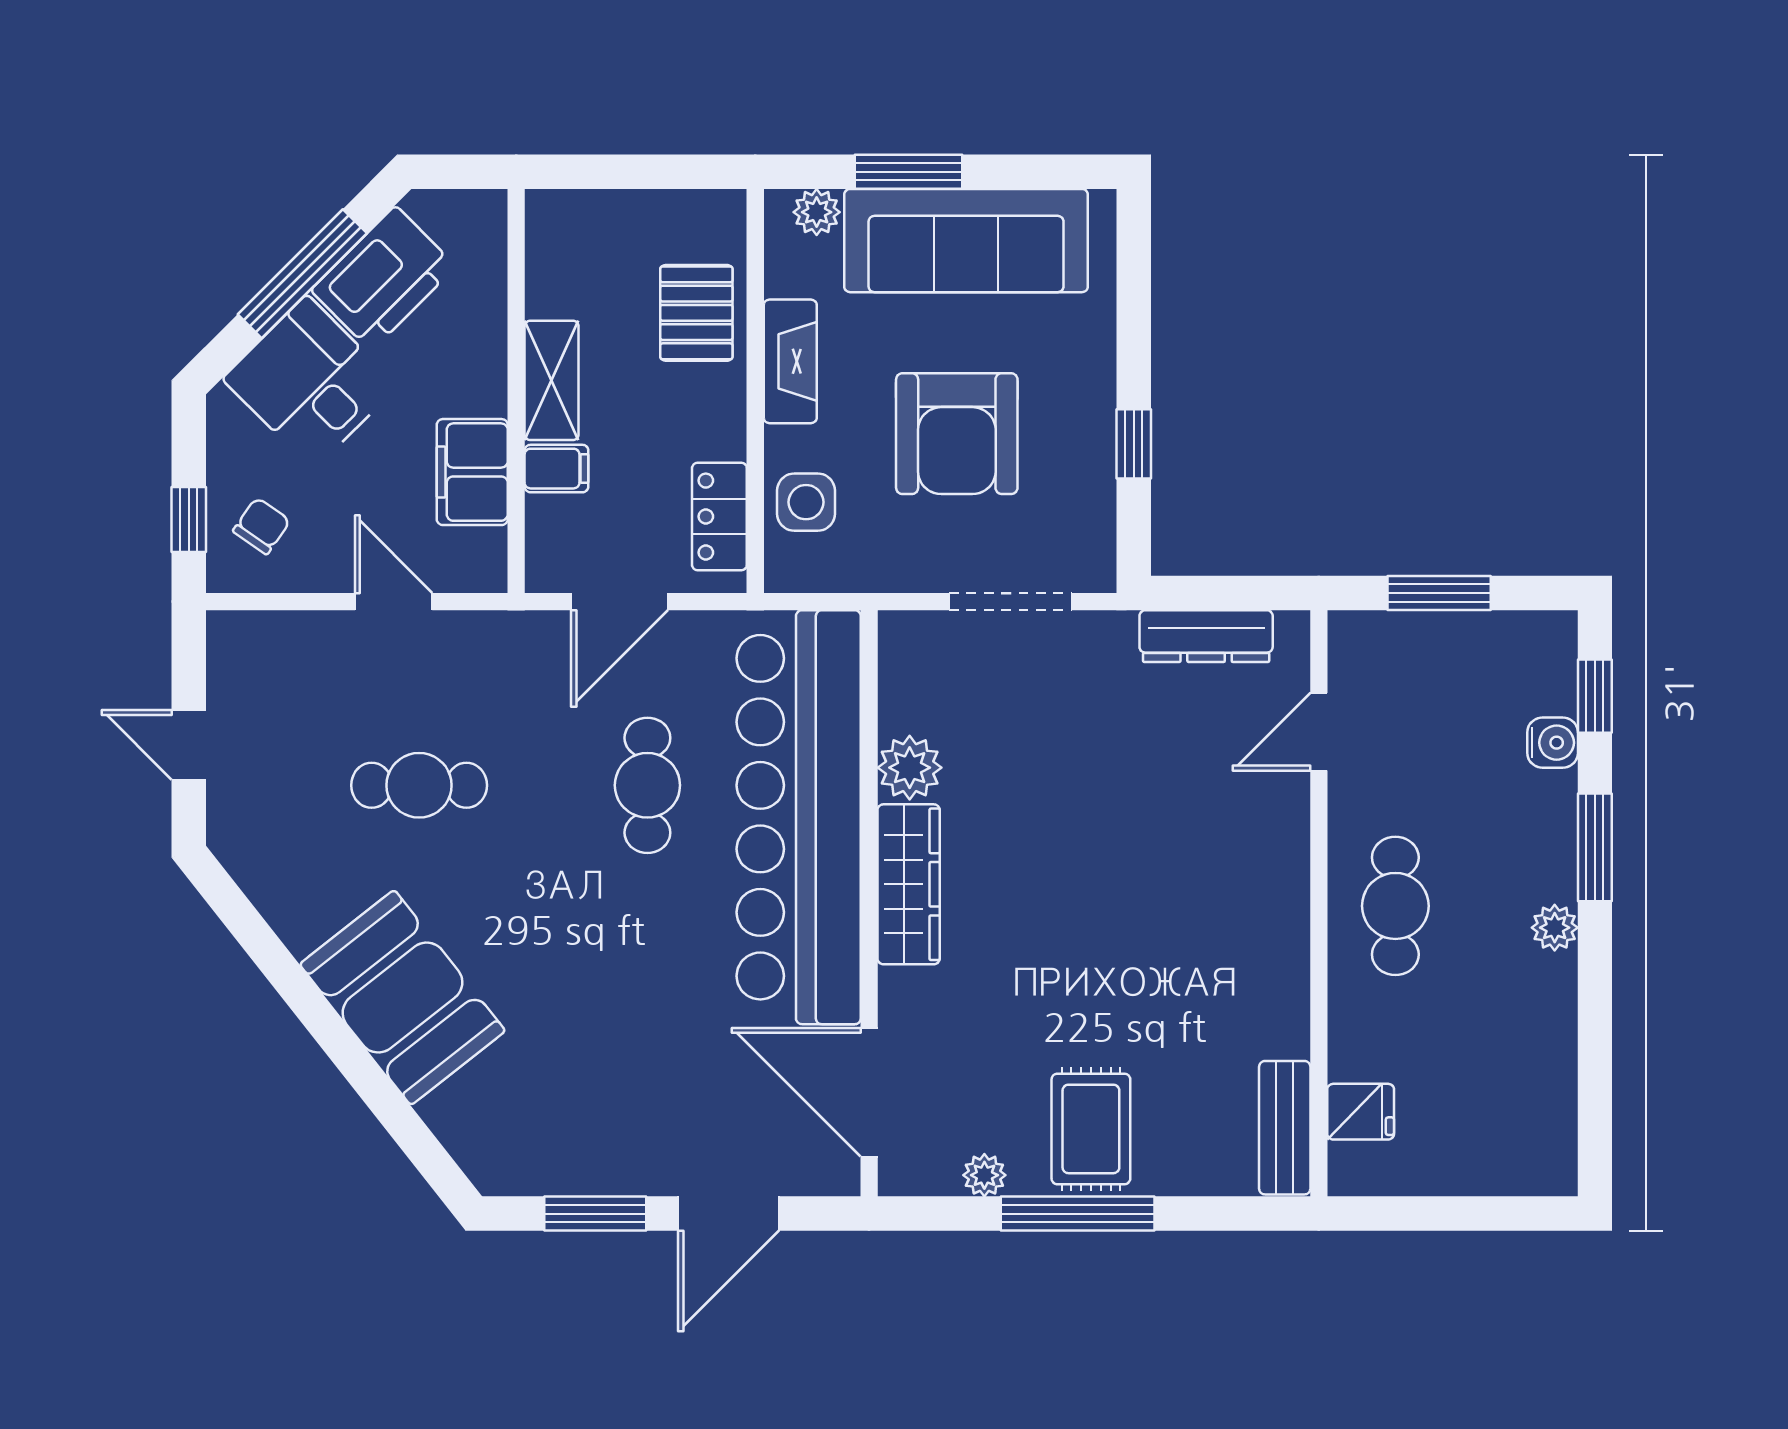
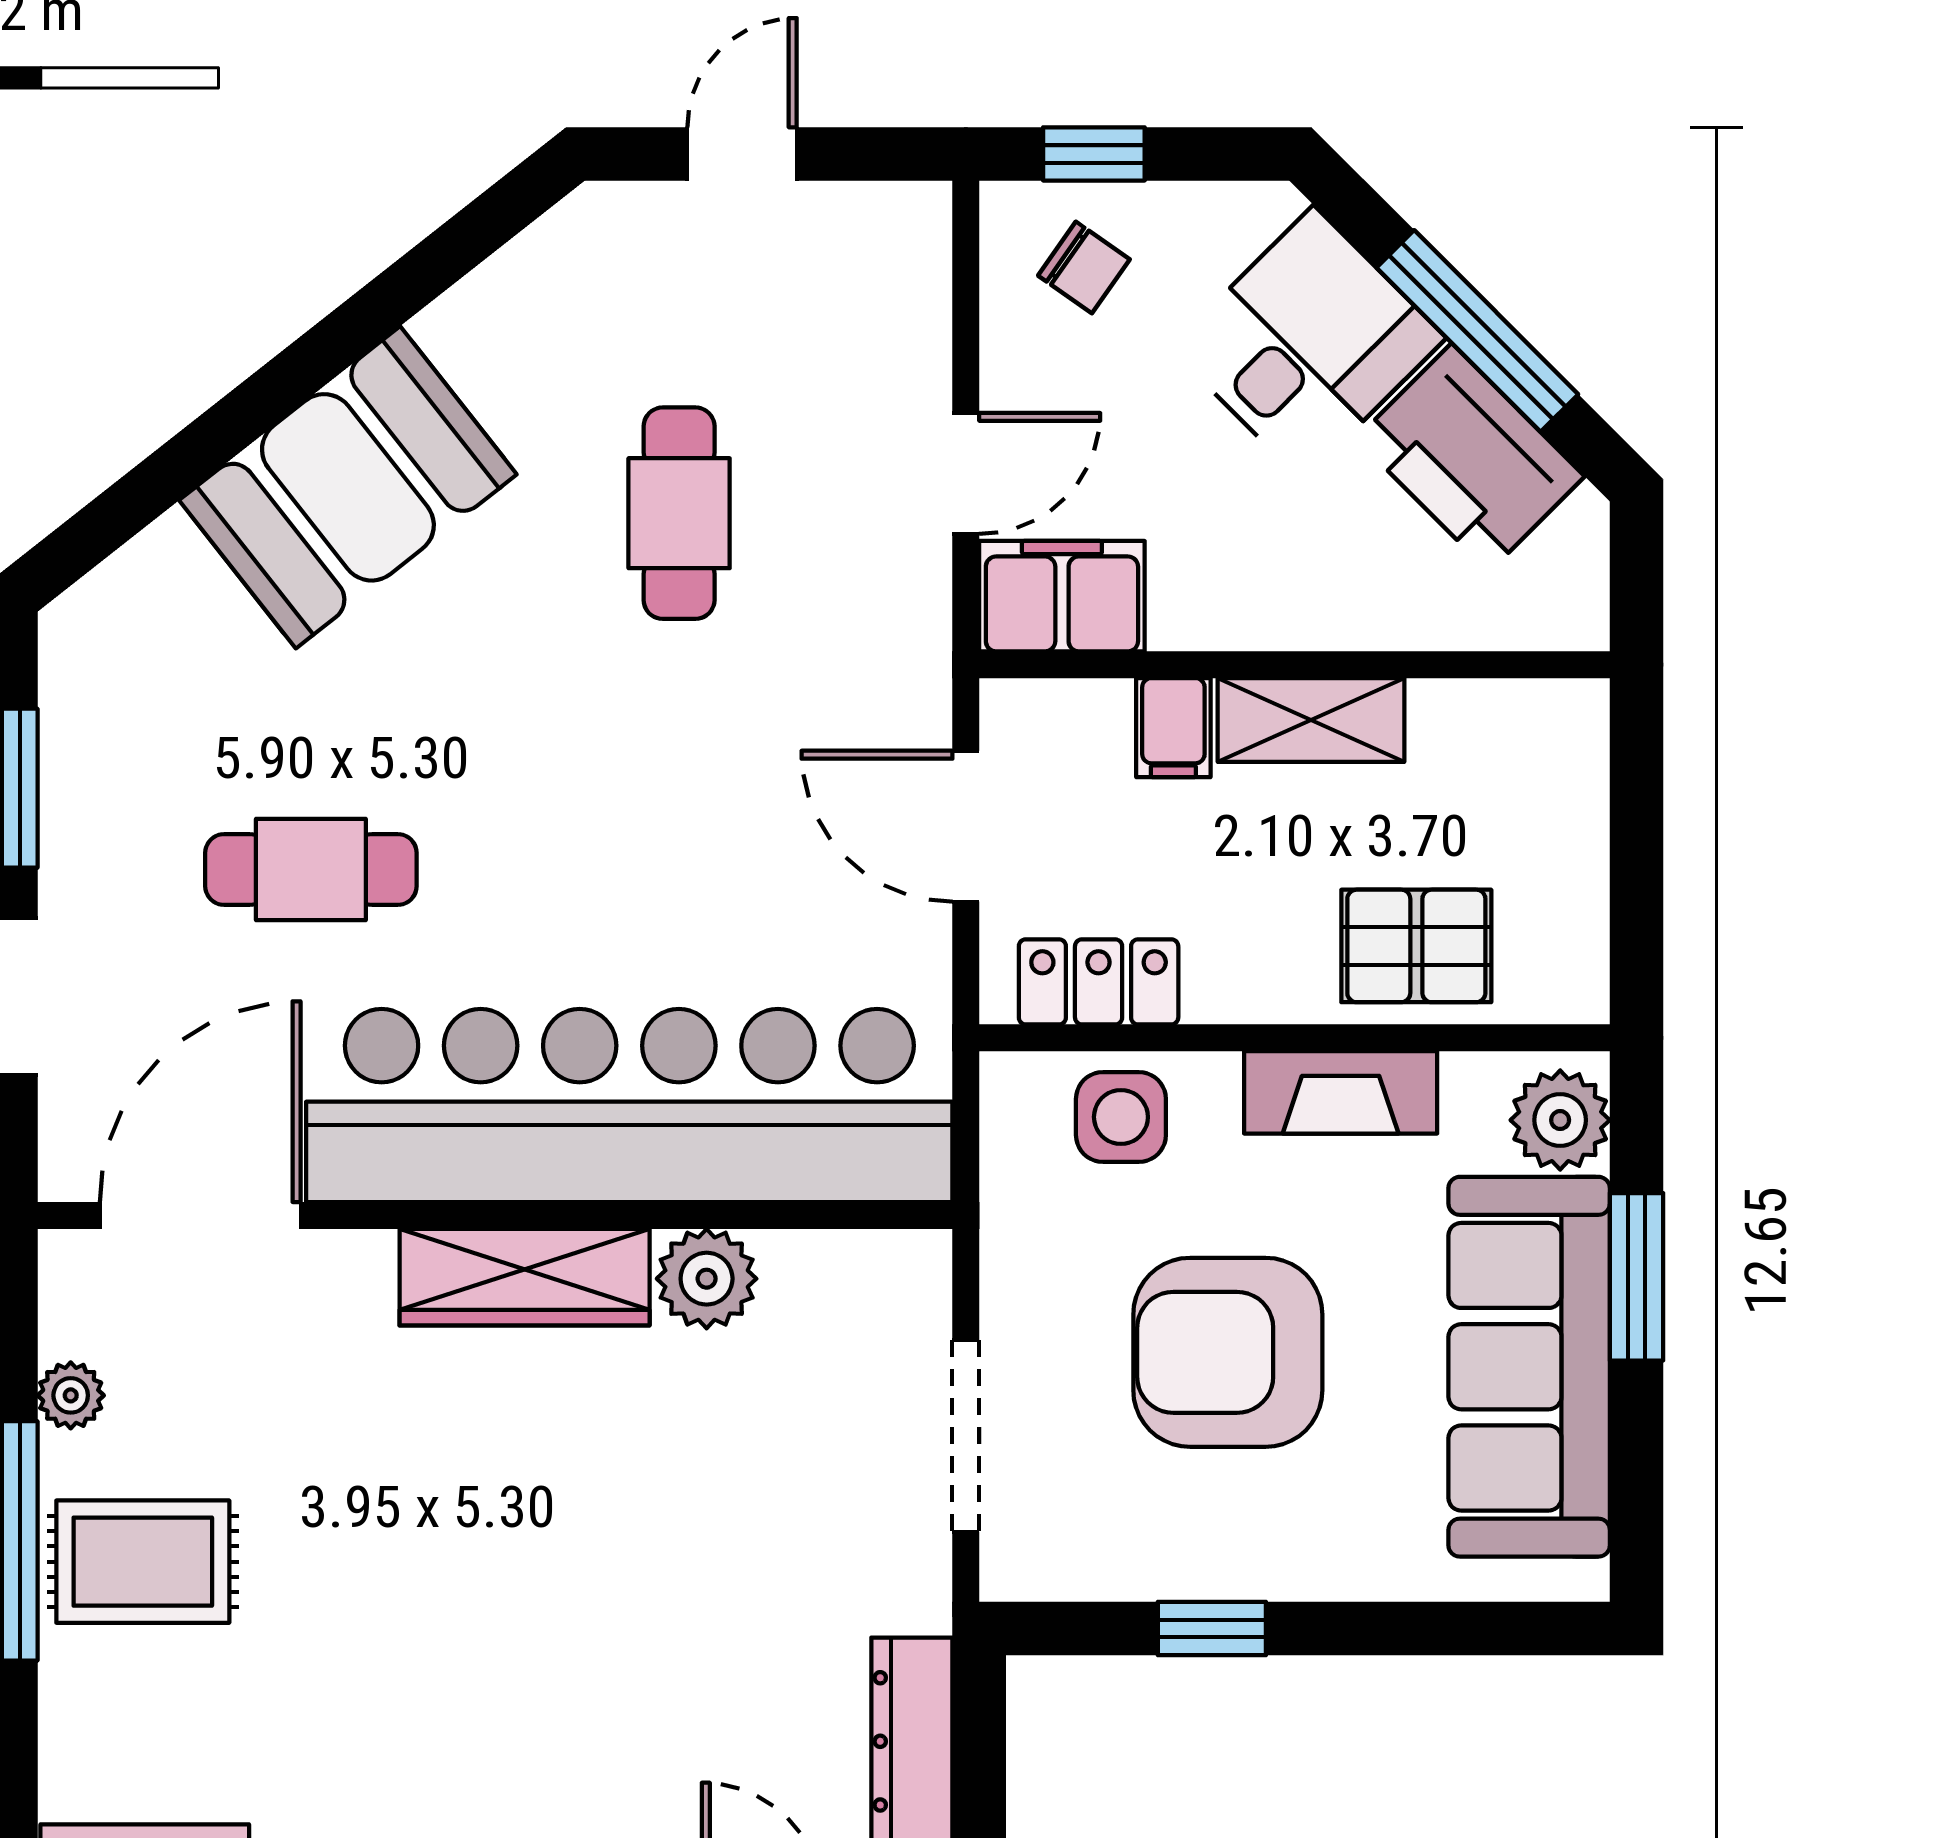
plant: (817, 212) -> (1560, 1120), width x1.38, depth x1.38
filing cabinet: (472, 472) -> (1062, 596), moved
cafe table: (647, 785) -> (311, 870), moved

